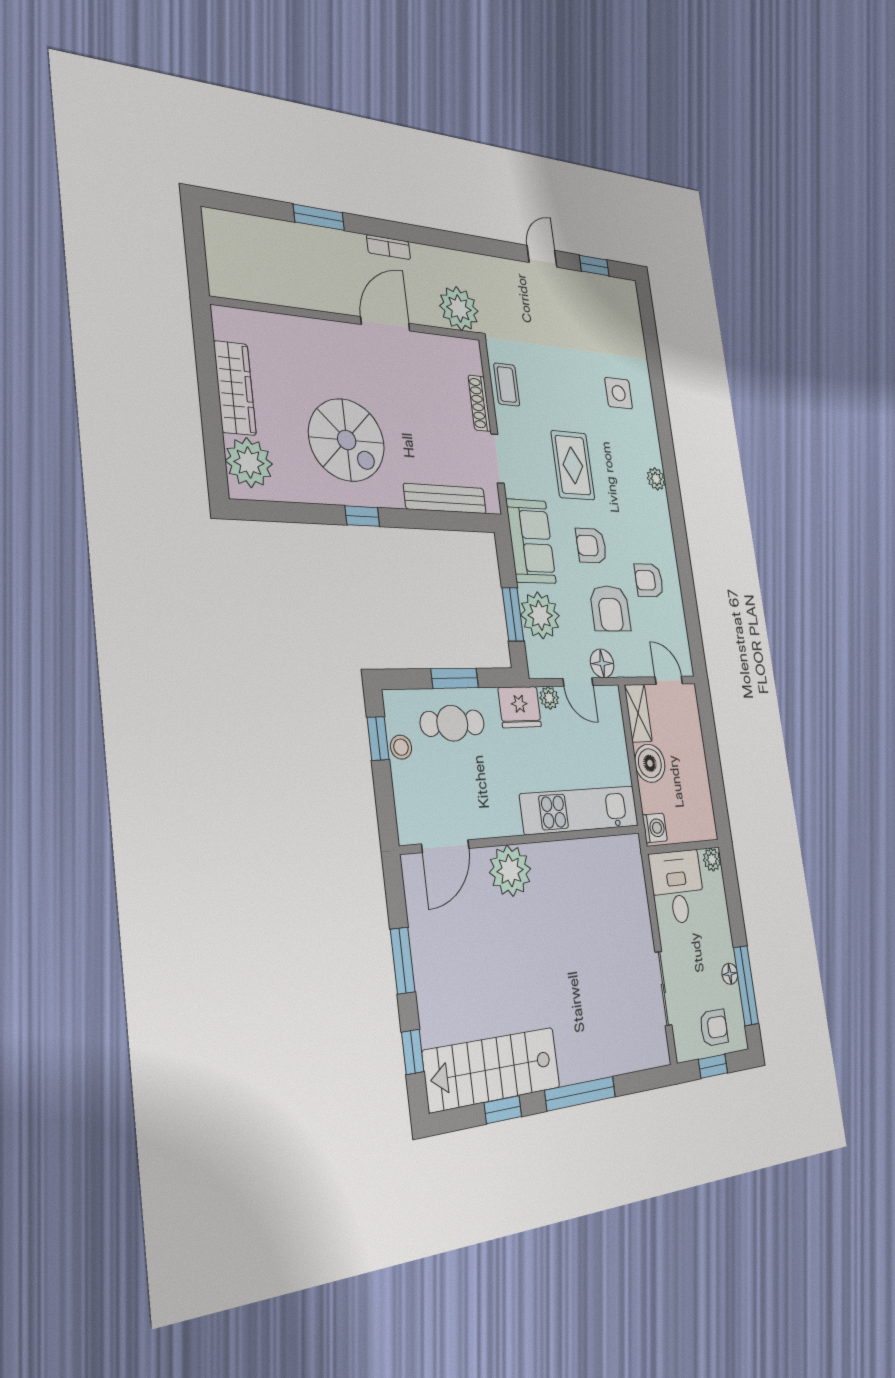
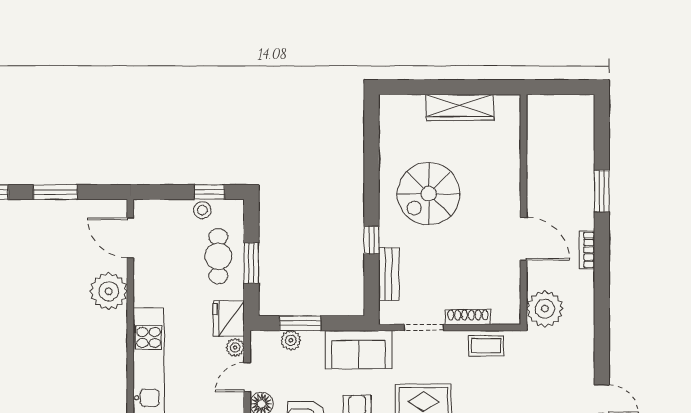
plant: (249, 462) -> (406, 113), removed
bench: (445, 499) -> (389, 274), width x0.73
window: (362, 516) -> (372, 240), moved
plant: (540, 615) -> (291, 340), width x0.53, depth x0.53

